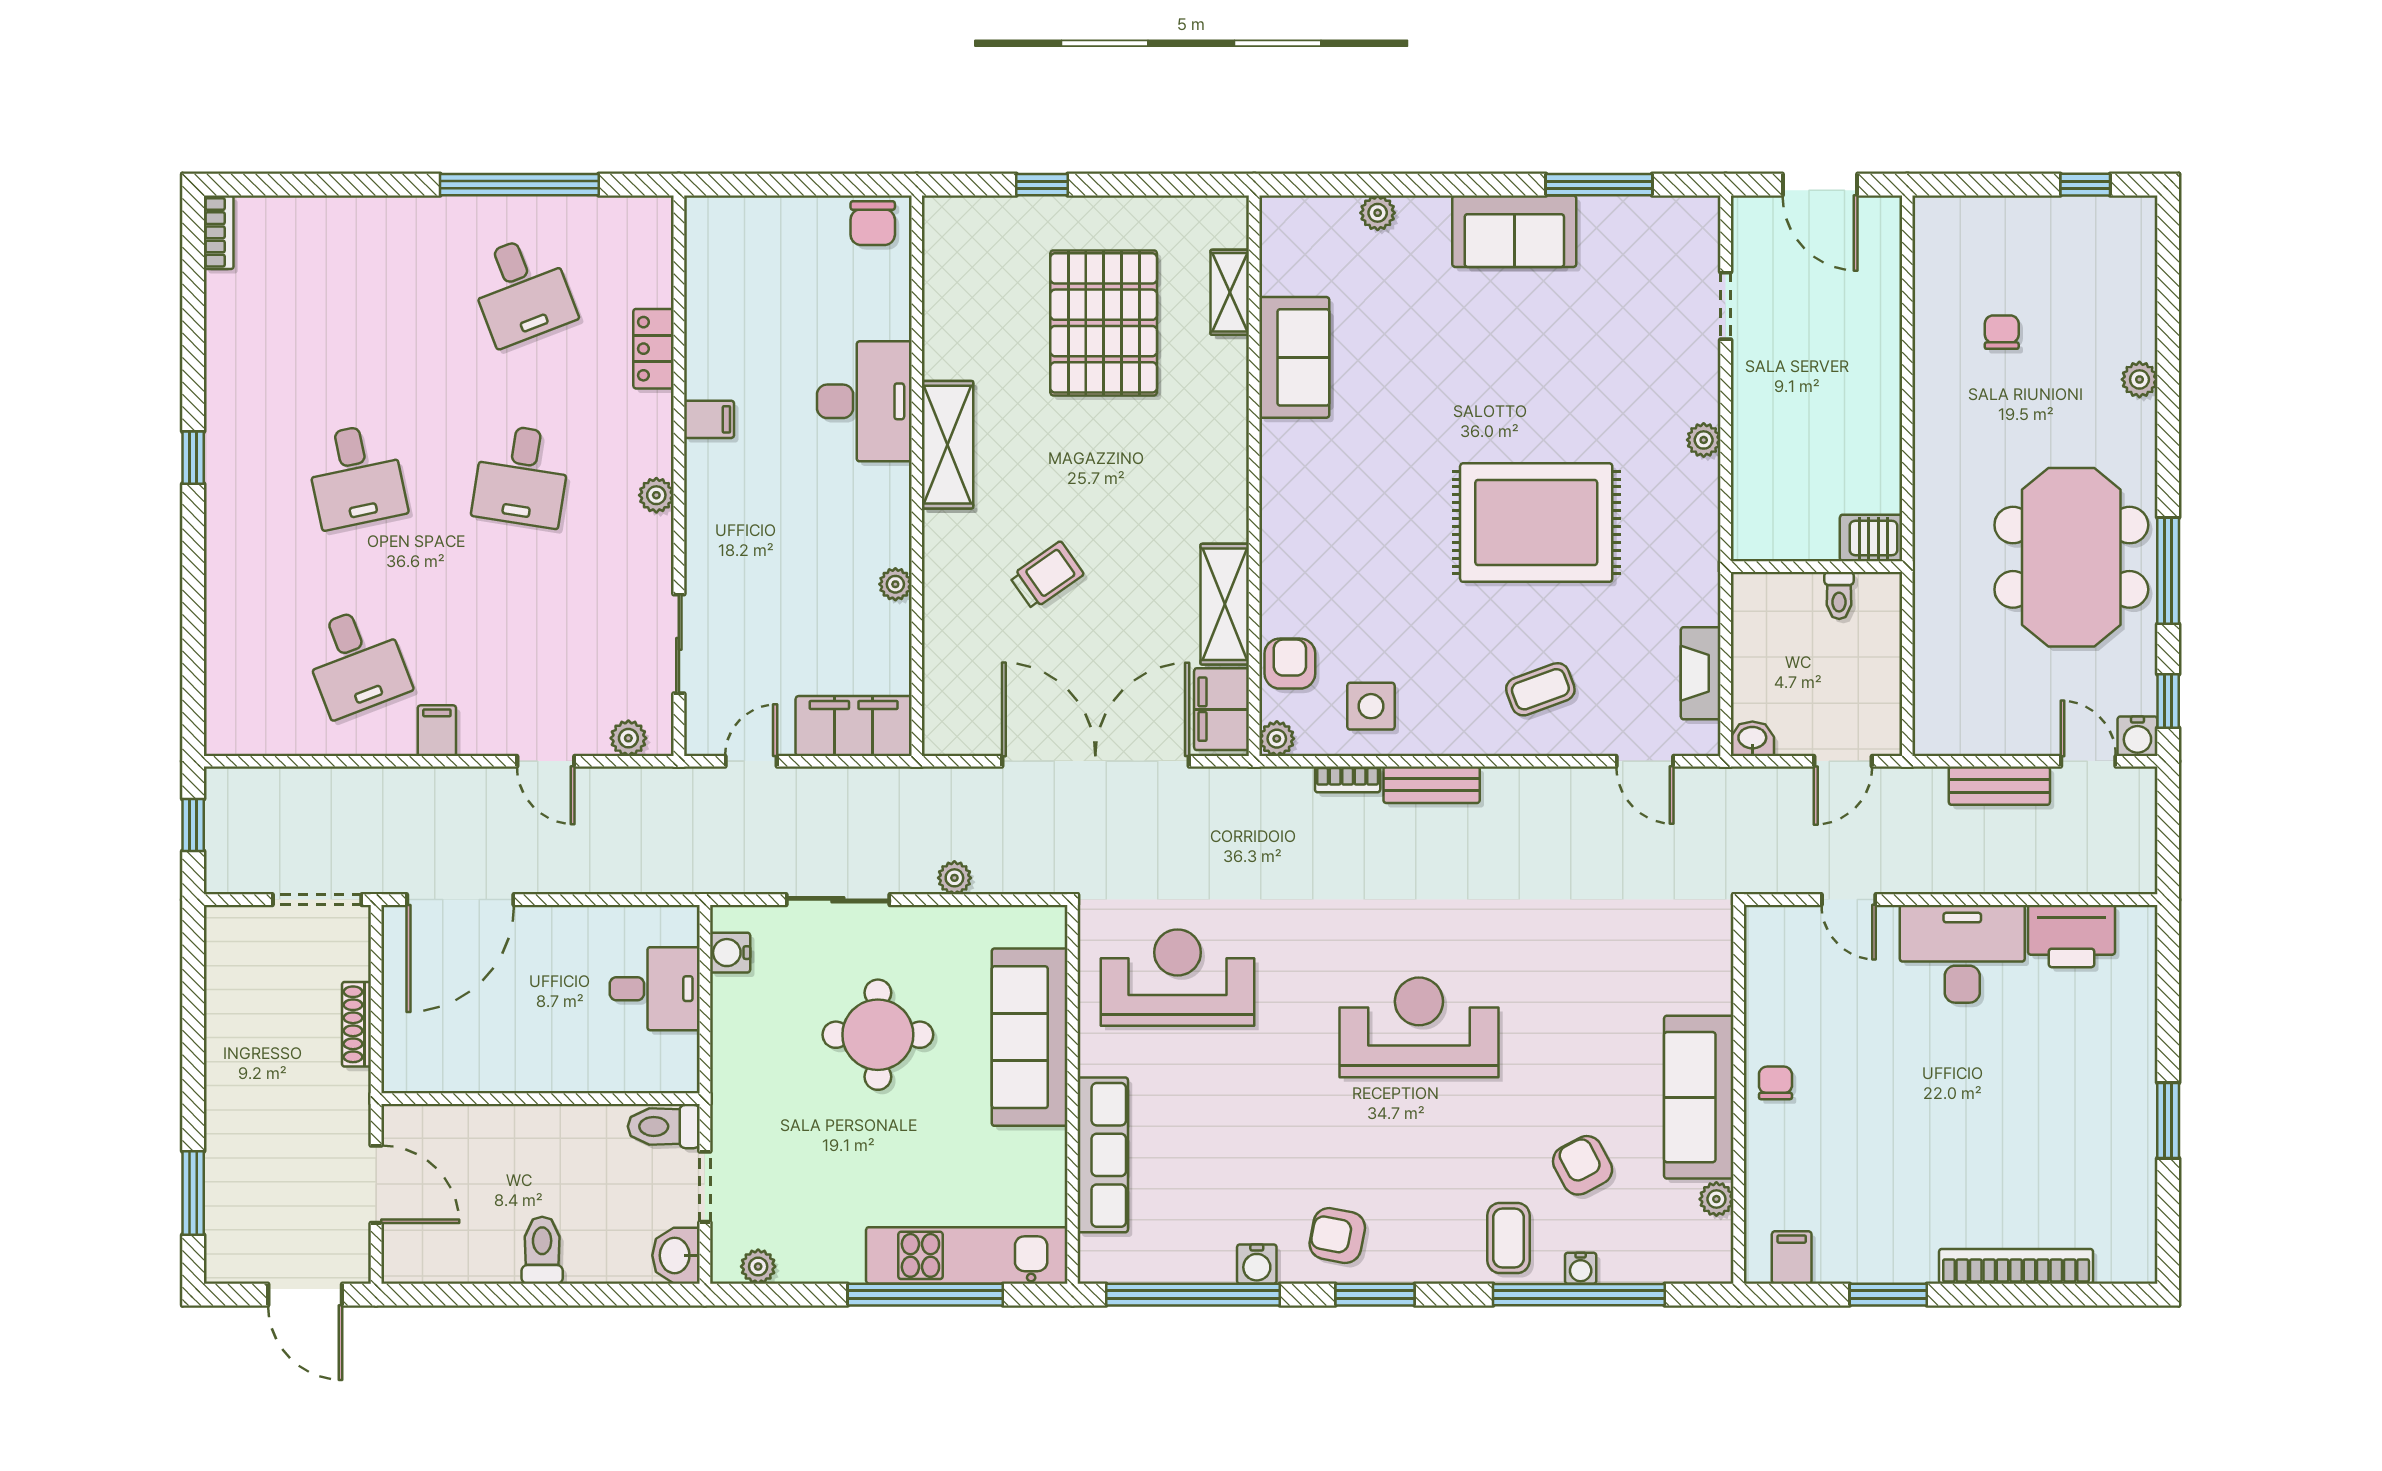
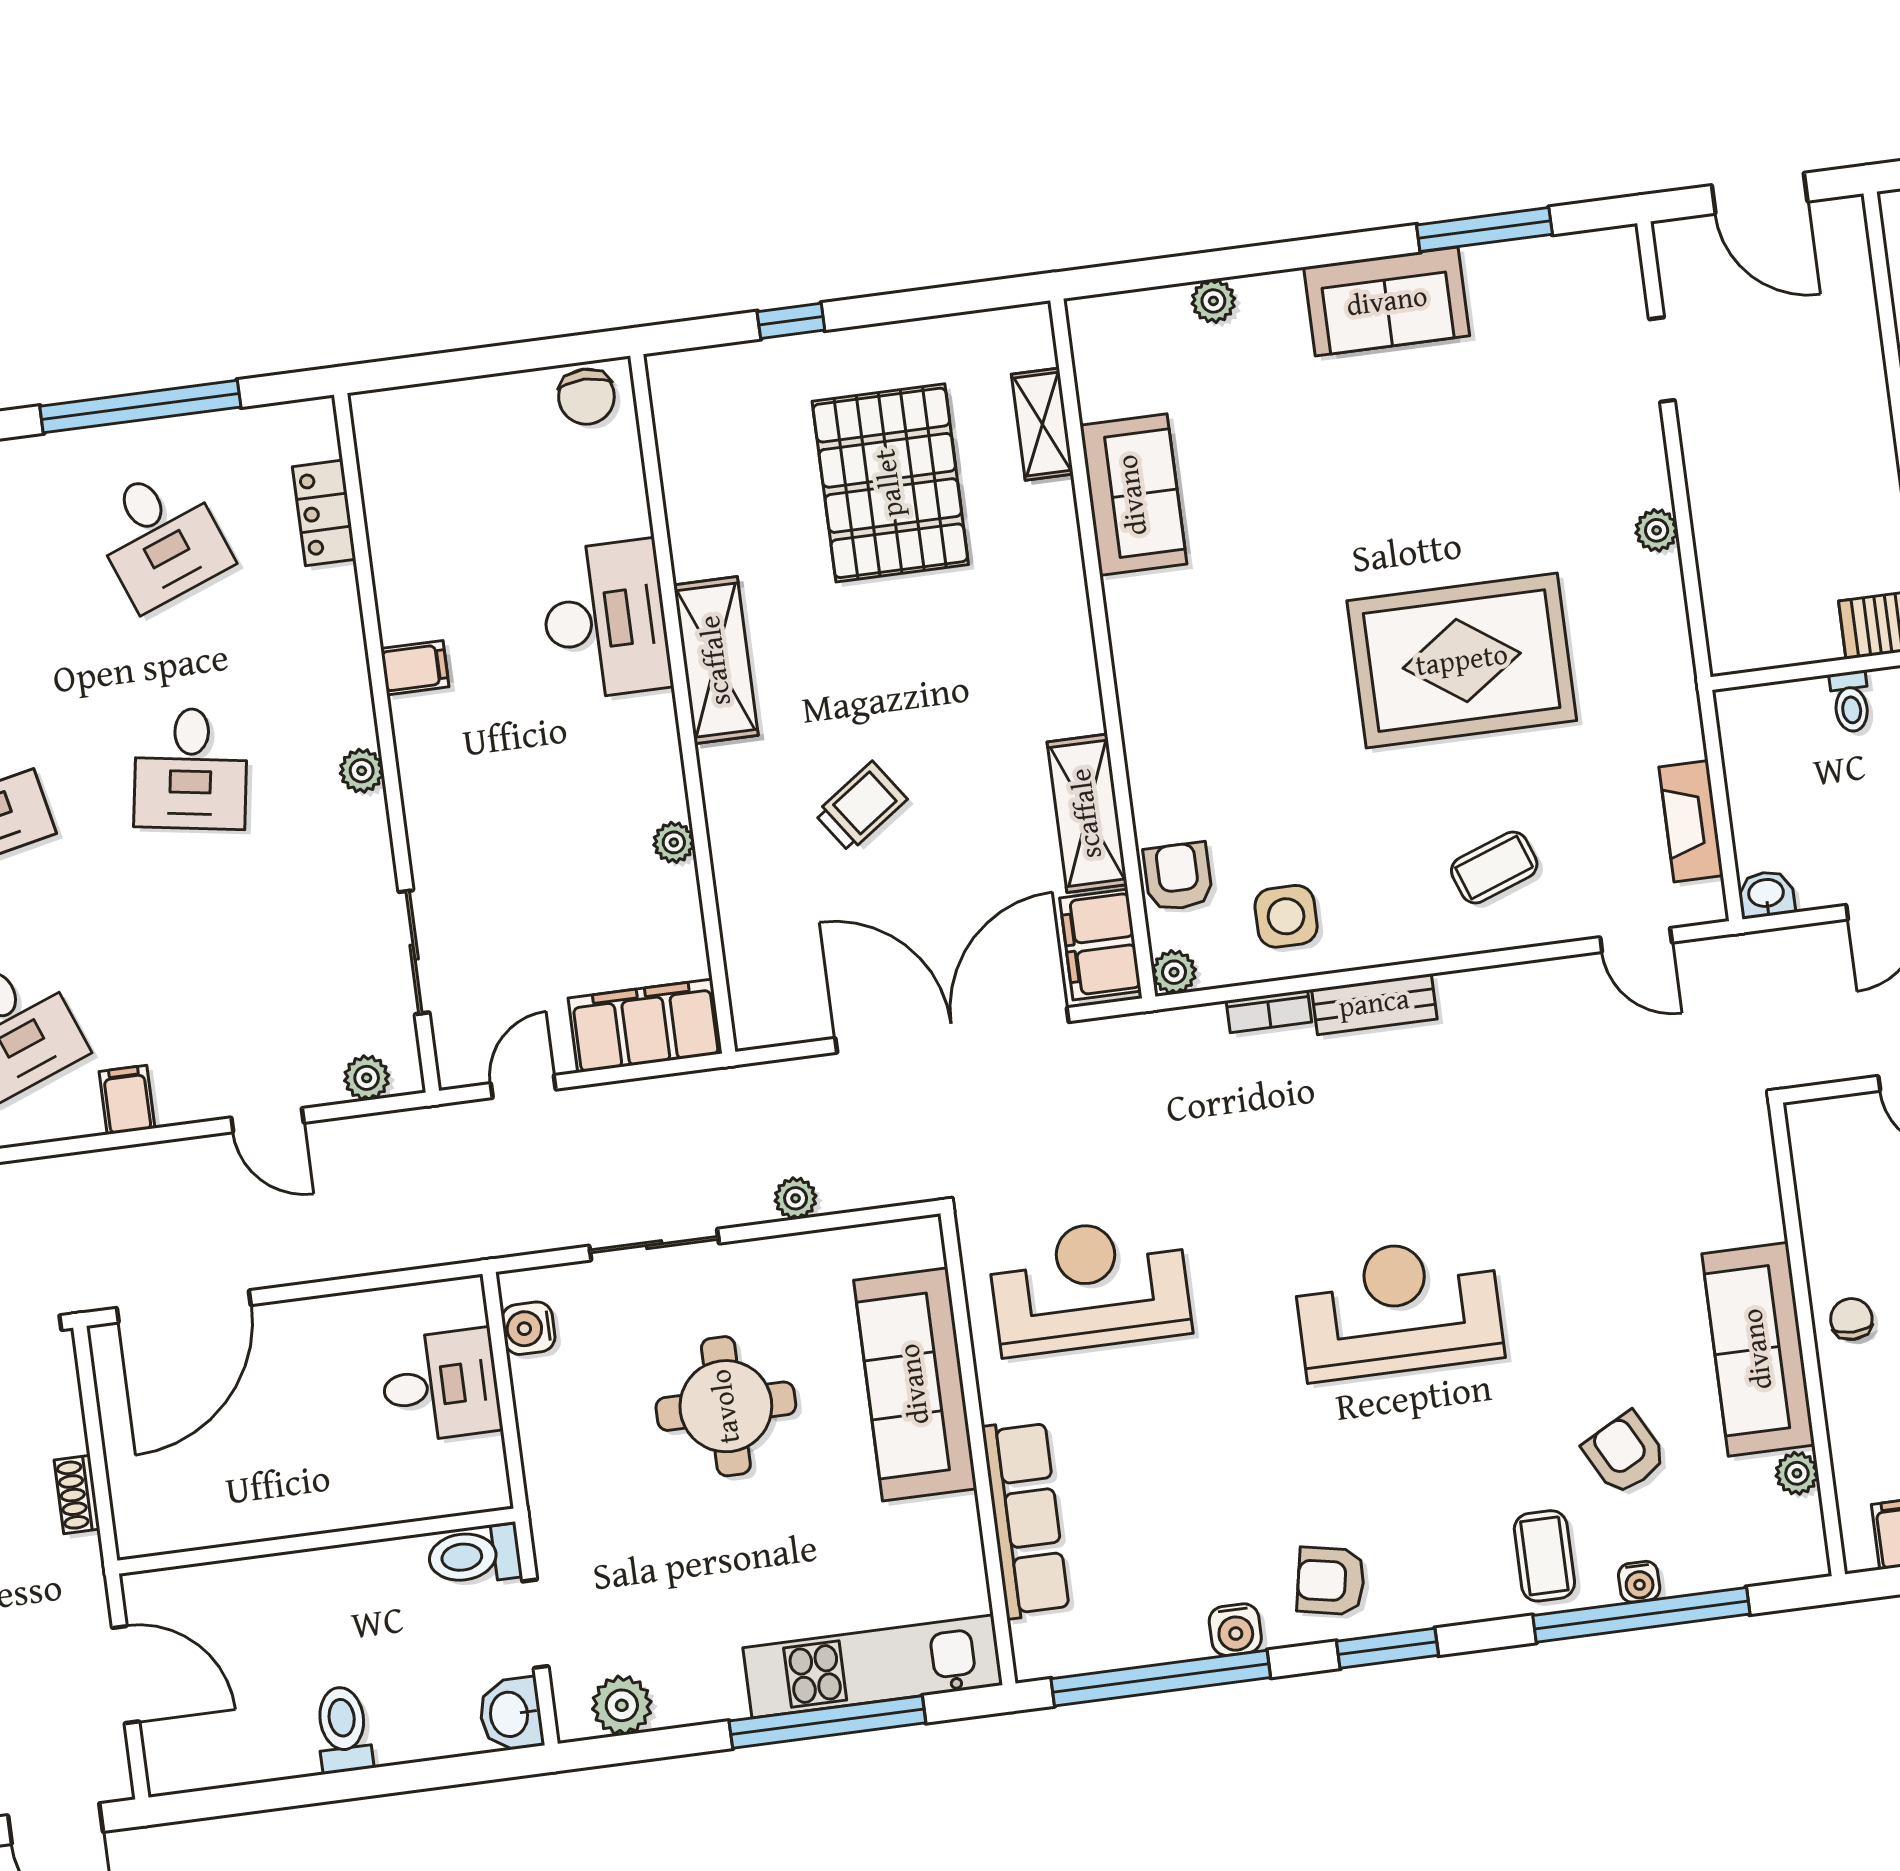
locker: (654, 349) -> (324, 513), moved
shoe rack: (356, 1024) -> (77, 1495), width x0.70
plant: (758, 1267) -> (622, 1705), width x1.38, depth x1.38

